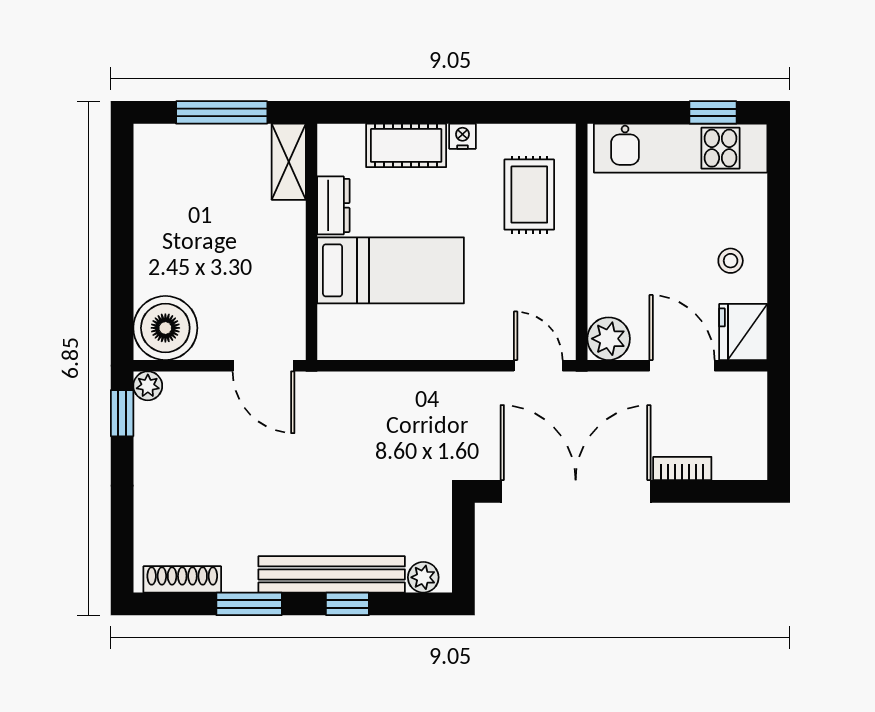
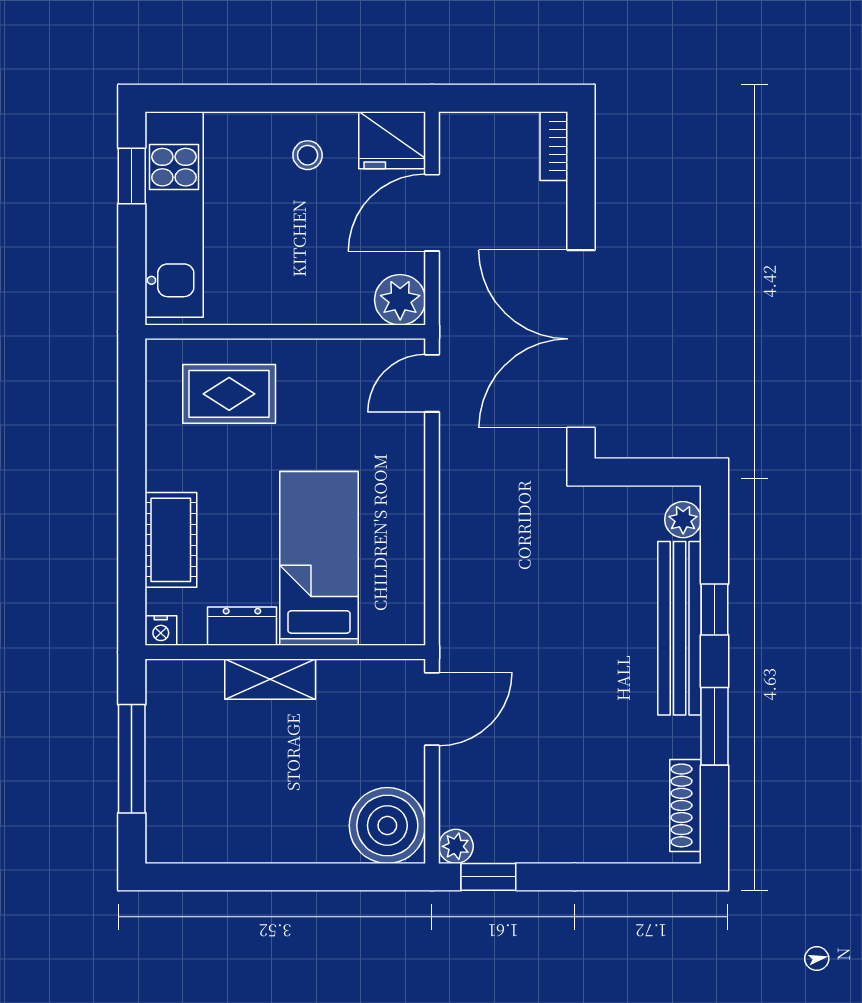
nightstand: (462, 136) -> (161, 631), moved, turned -90
shelving: (289, 162) -> (270, 679), moved
bookcase: (682, 468) -> (554, 146), moved

